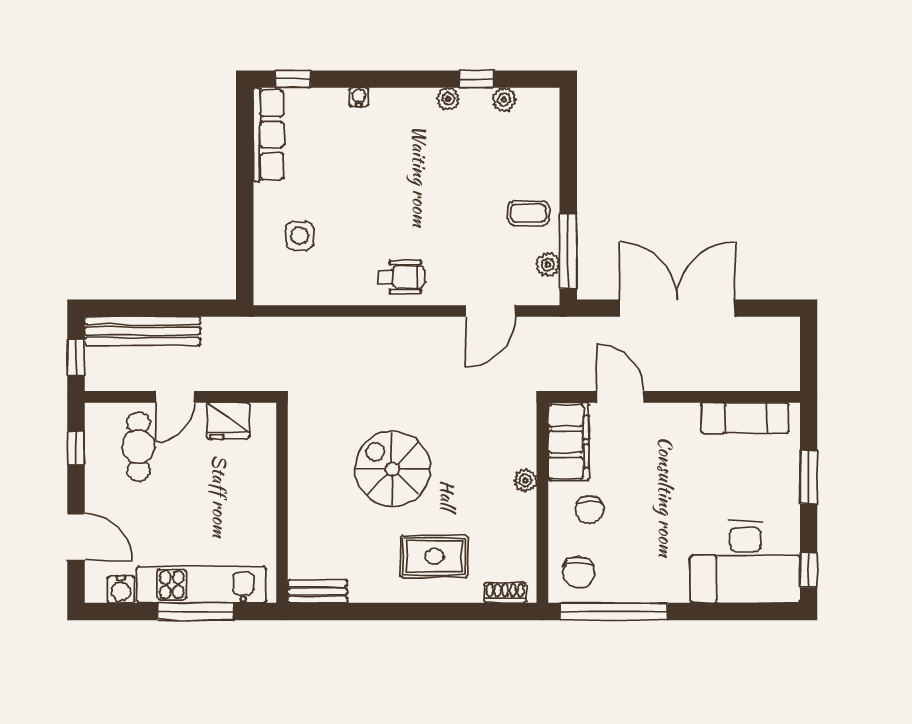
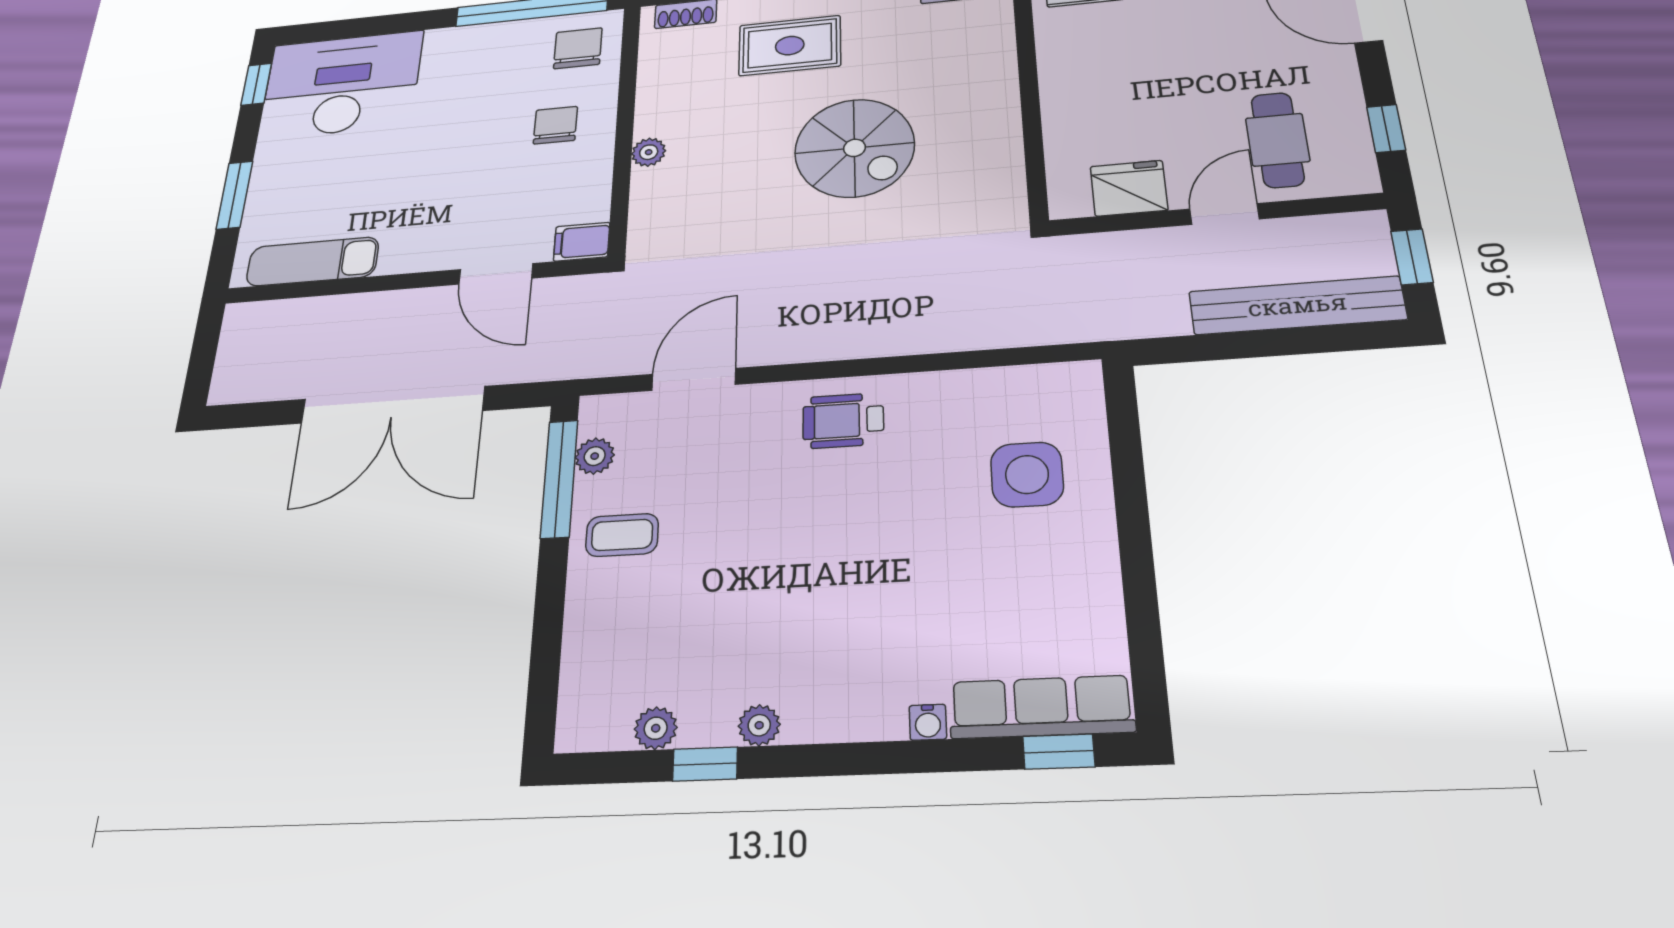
row of seats: (269, 135) -> (1041, 707), moved, turned 90
side table: (300, 236) -> (1027, 475), width x1.37, depth x1.37
filing cabinet: (569, 442) -> (582, 242), width x0.33, depth x0.86

